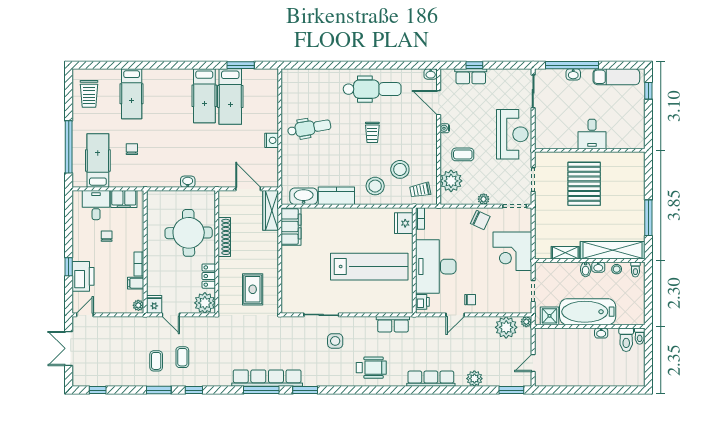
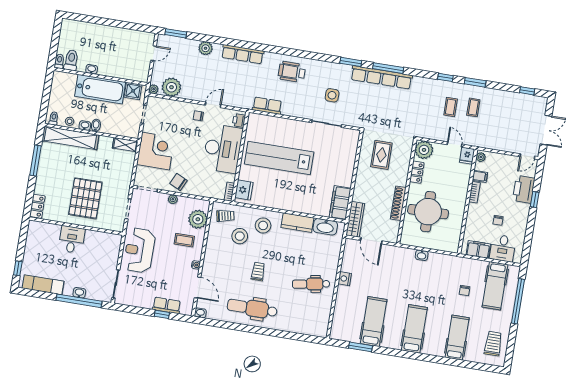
hospital bed: (204, 96) -> (414, 329), moved
locker: (638, 166) -> (37, 206), added
shelving: (565, 253) -> (125, 145), moved
side table: (335, 341) -> (332, 95), moved

